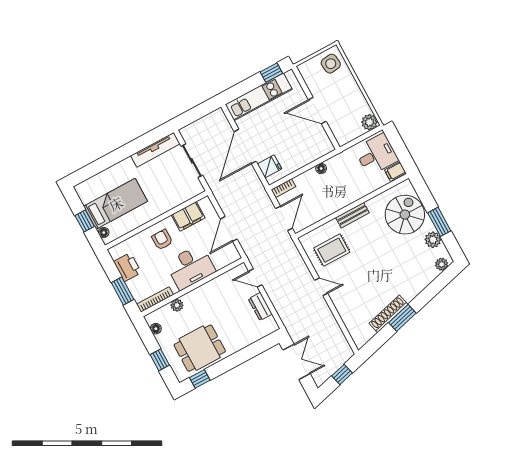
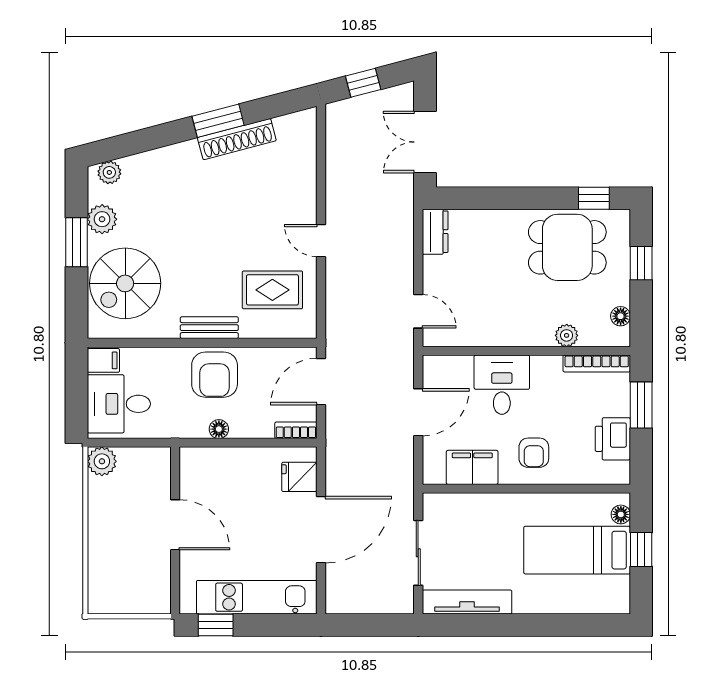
side table: (331, 64) -> (113, 588), removed
armchair: (338, 194) -> (215, 375), added
desk: (190, 267) -> (502, 385), width x0.73
dresser: (260, 306) -> (435, 232), moved

